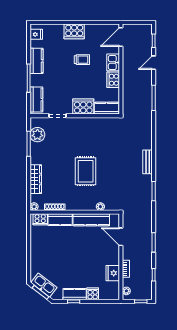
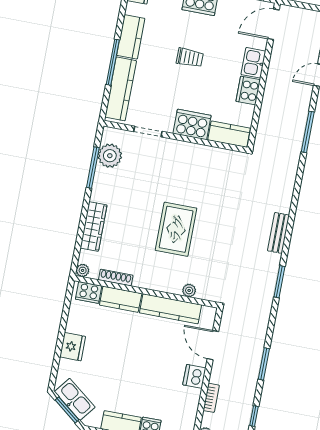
trolley: (82, 60) -> (190, 58), moved
kitchen counter: (36, 100) -> (121, 89), width x1.50
dishwasher: (113, 258) -> (194, 376), added
fridge: (113, 273) -> (73, 347), moved, turned 180

